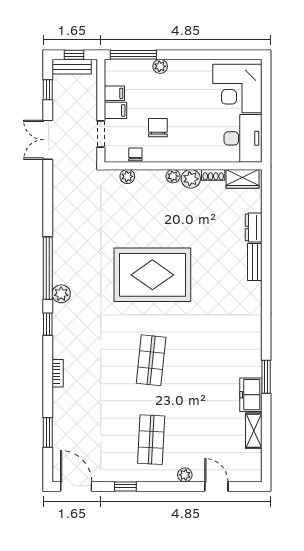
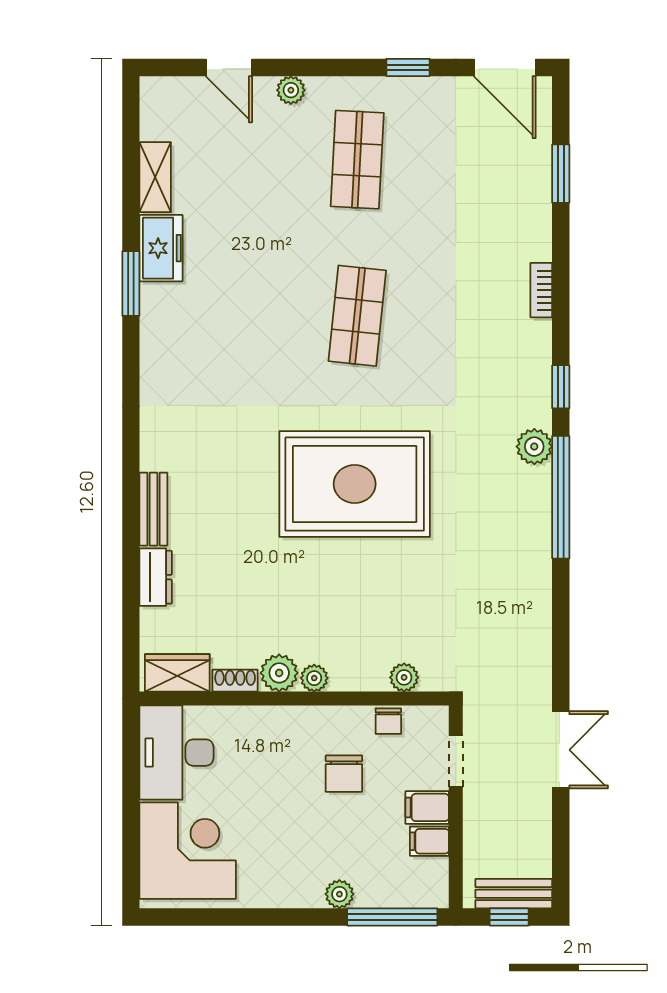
window: (48, 90) -> (561, 848), removed

